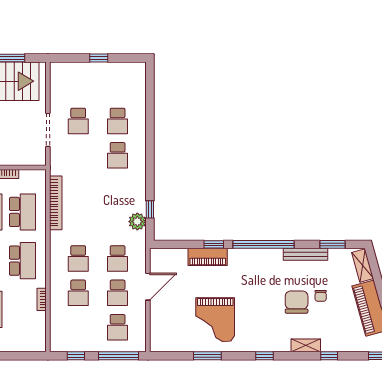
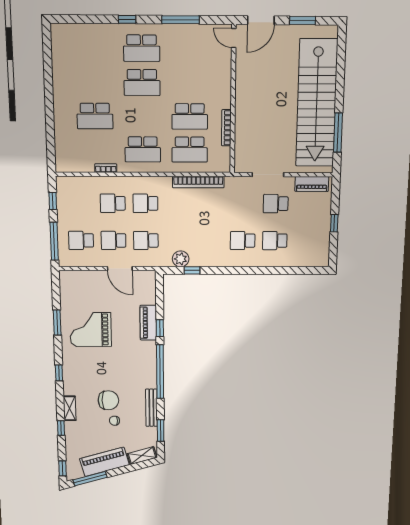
piano: (58, 83) -> (312, 184), added

